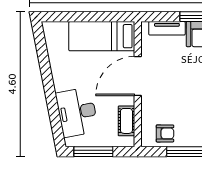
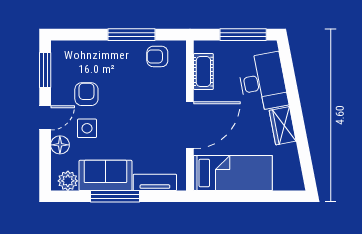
wardrobe: (60, 76) -> (283, 126), added

